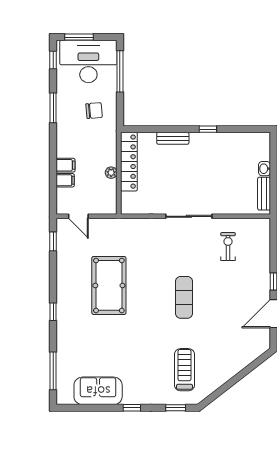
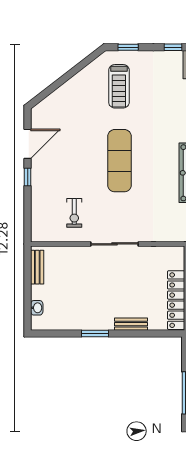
window: (208, 129) -> (95, 334), width x1.50
washbasin: (265, 169) -> (37, 308), moved
exercise mat: (184, 297) -> (120, 161), width x1.36, depth x1.45

